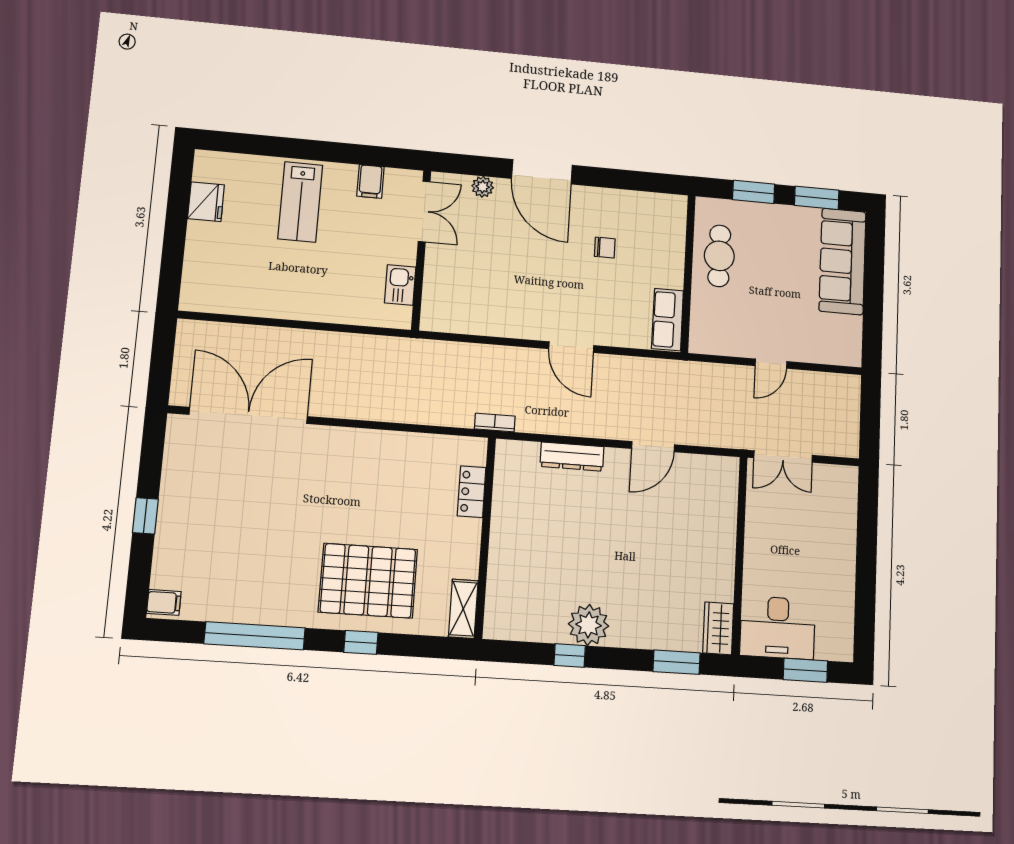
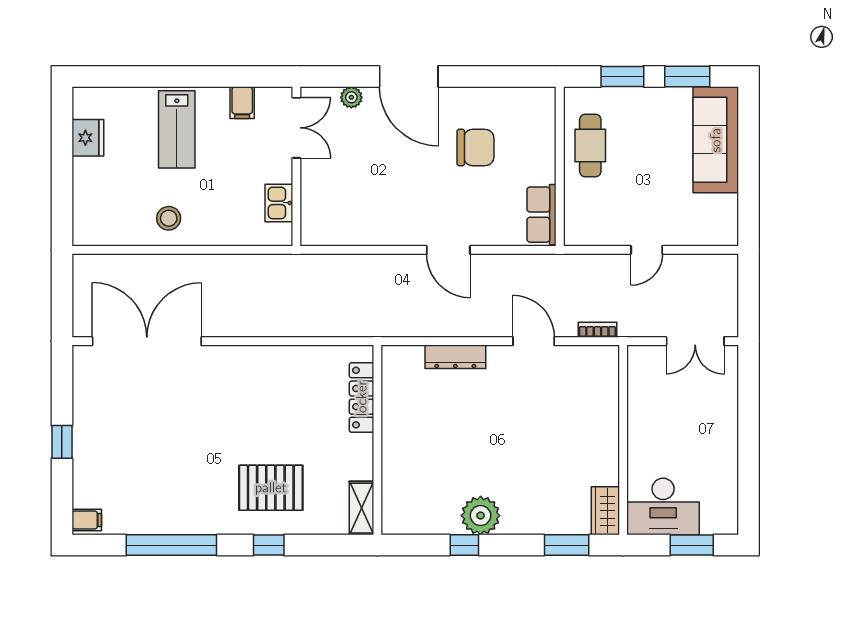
chair: (605, 248) -> (475, 148), width x1.87, depth x1.87
stool: (283, 291) -> (169, 218), added
bookcase: (495, 423) -> (597, 330), moved
door: (653, 447) -> (534, 341), swing flipped
double door: (783, 457) -> (695, 341), moved
locker: (472, 492) -> (362, 398), width x1.53
pallet: (368, 581) -> (271, 488), width x0.73, depth x0.71

